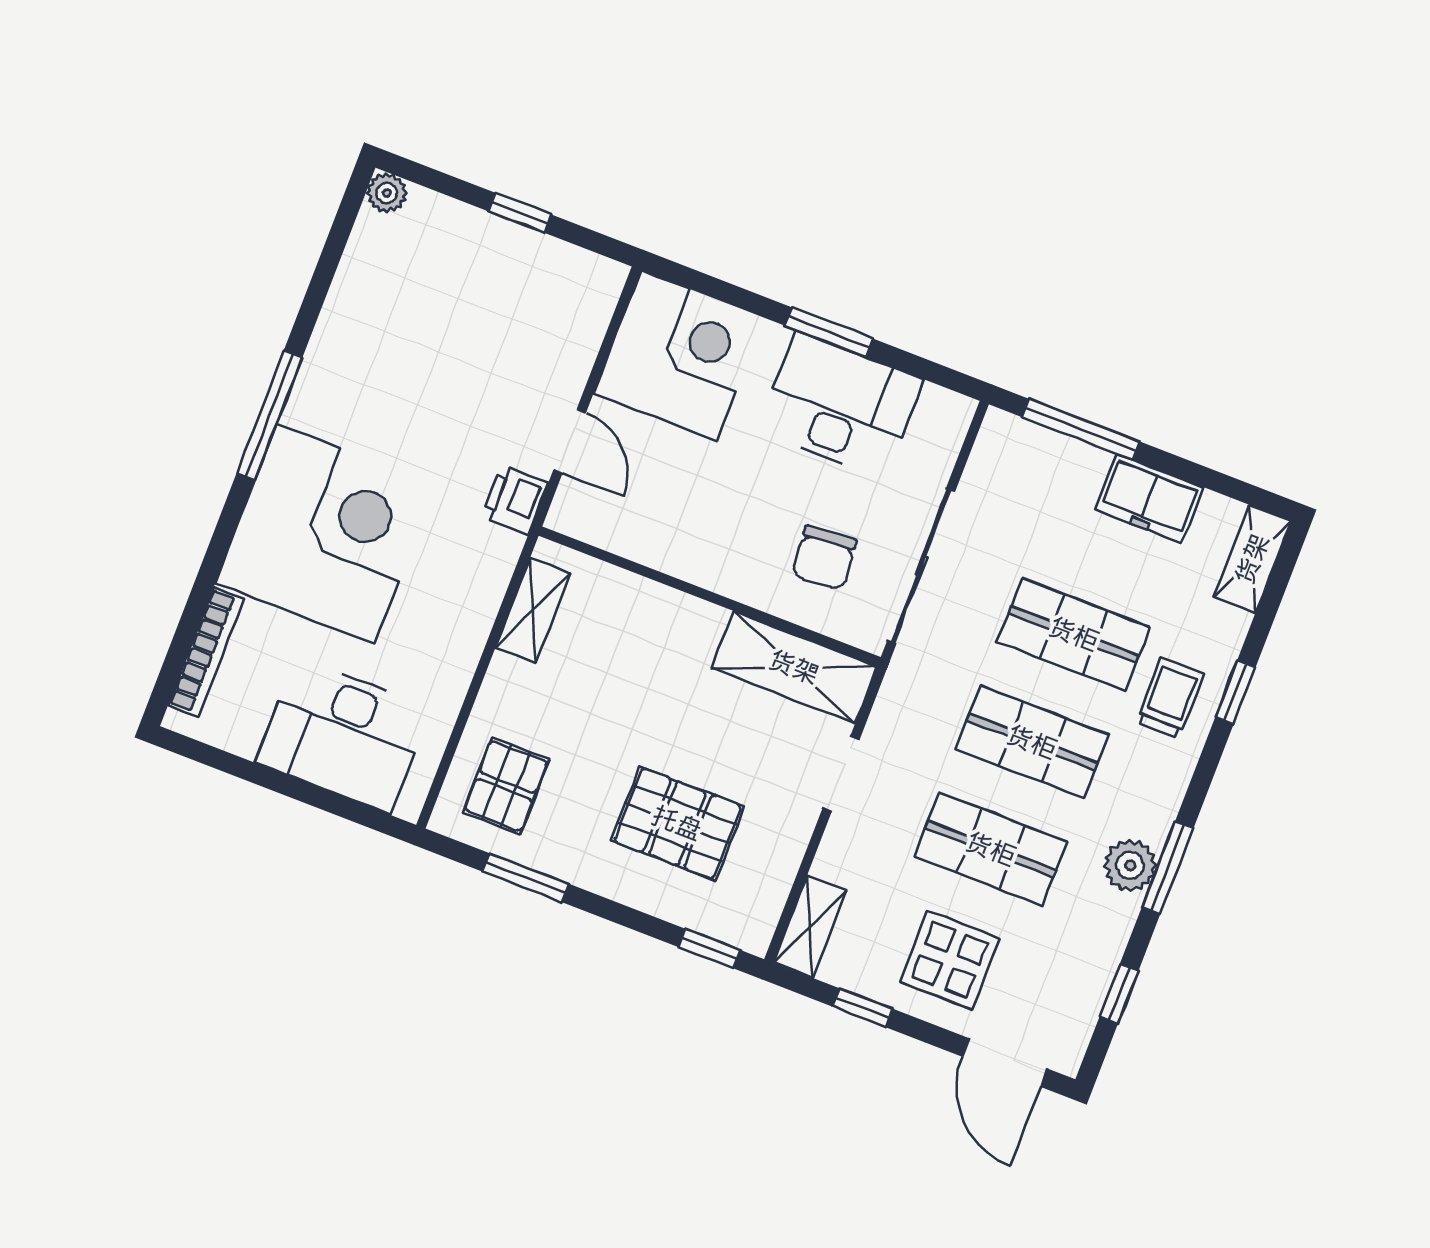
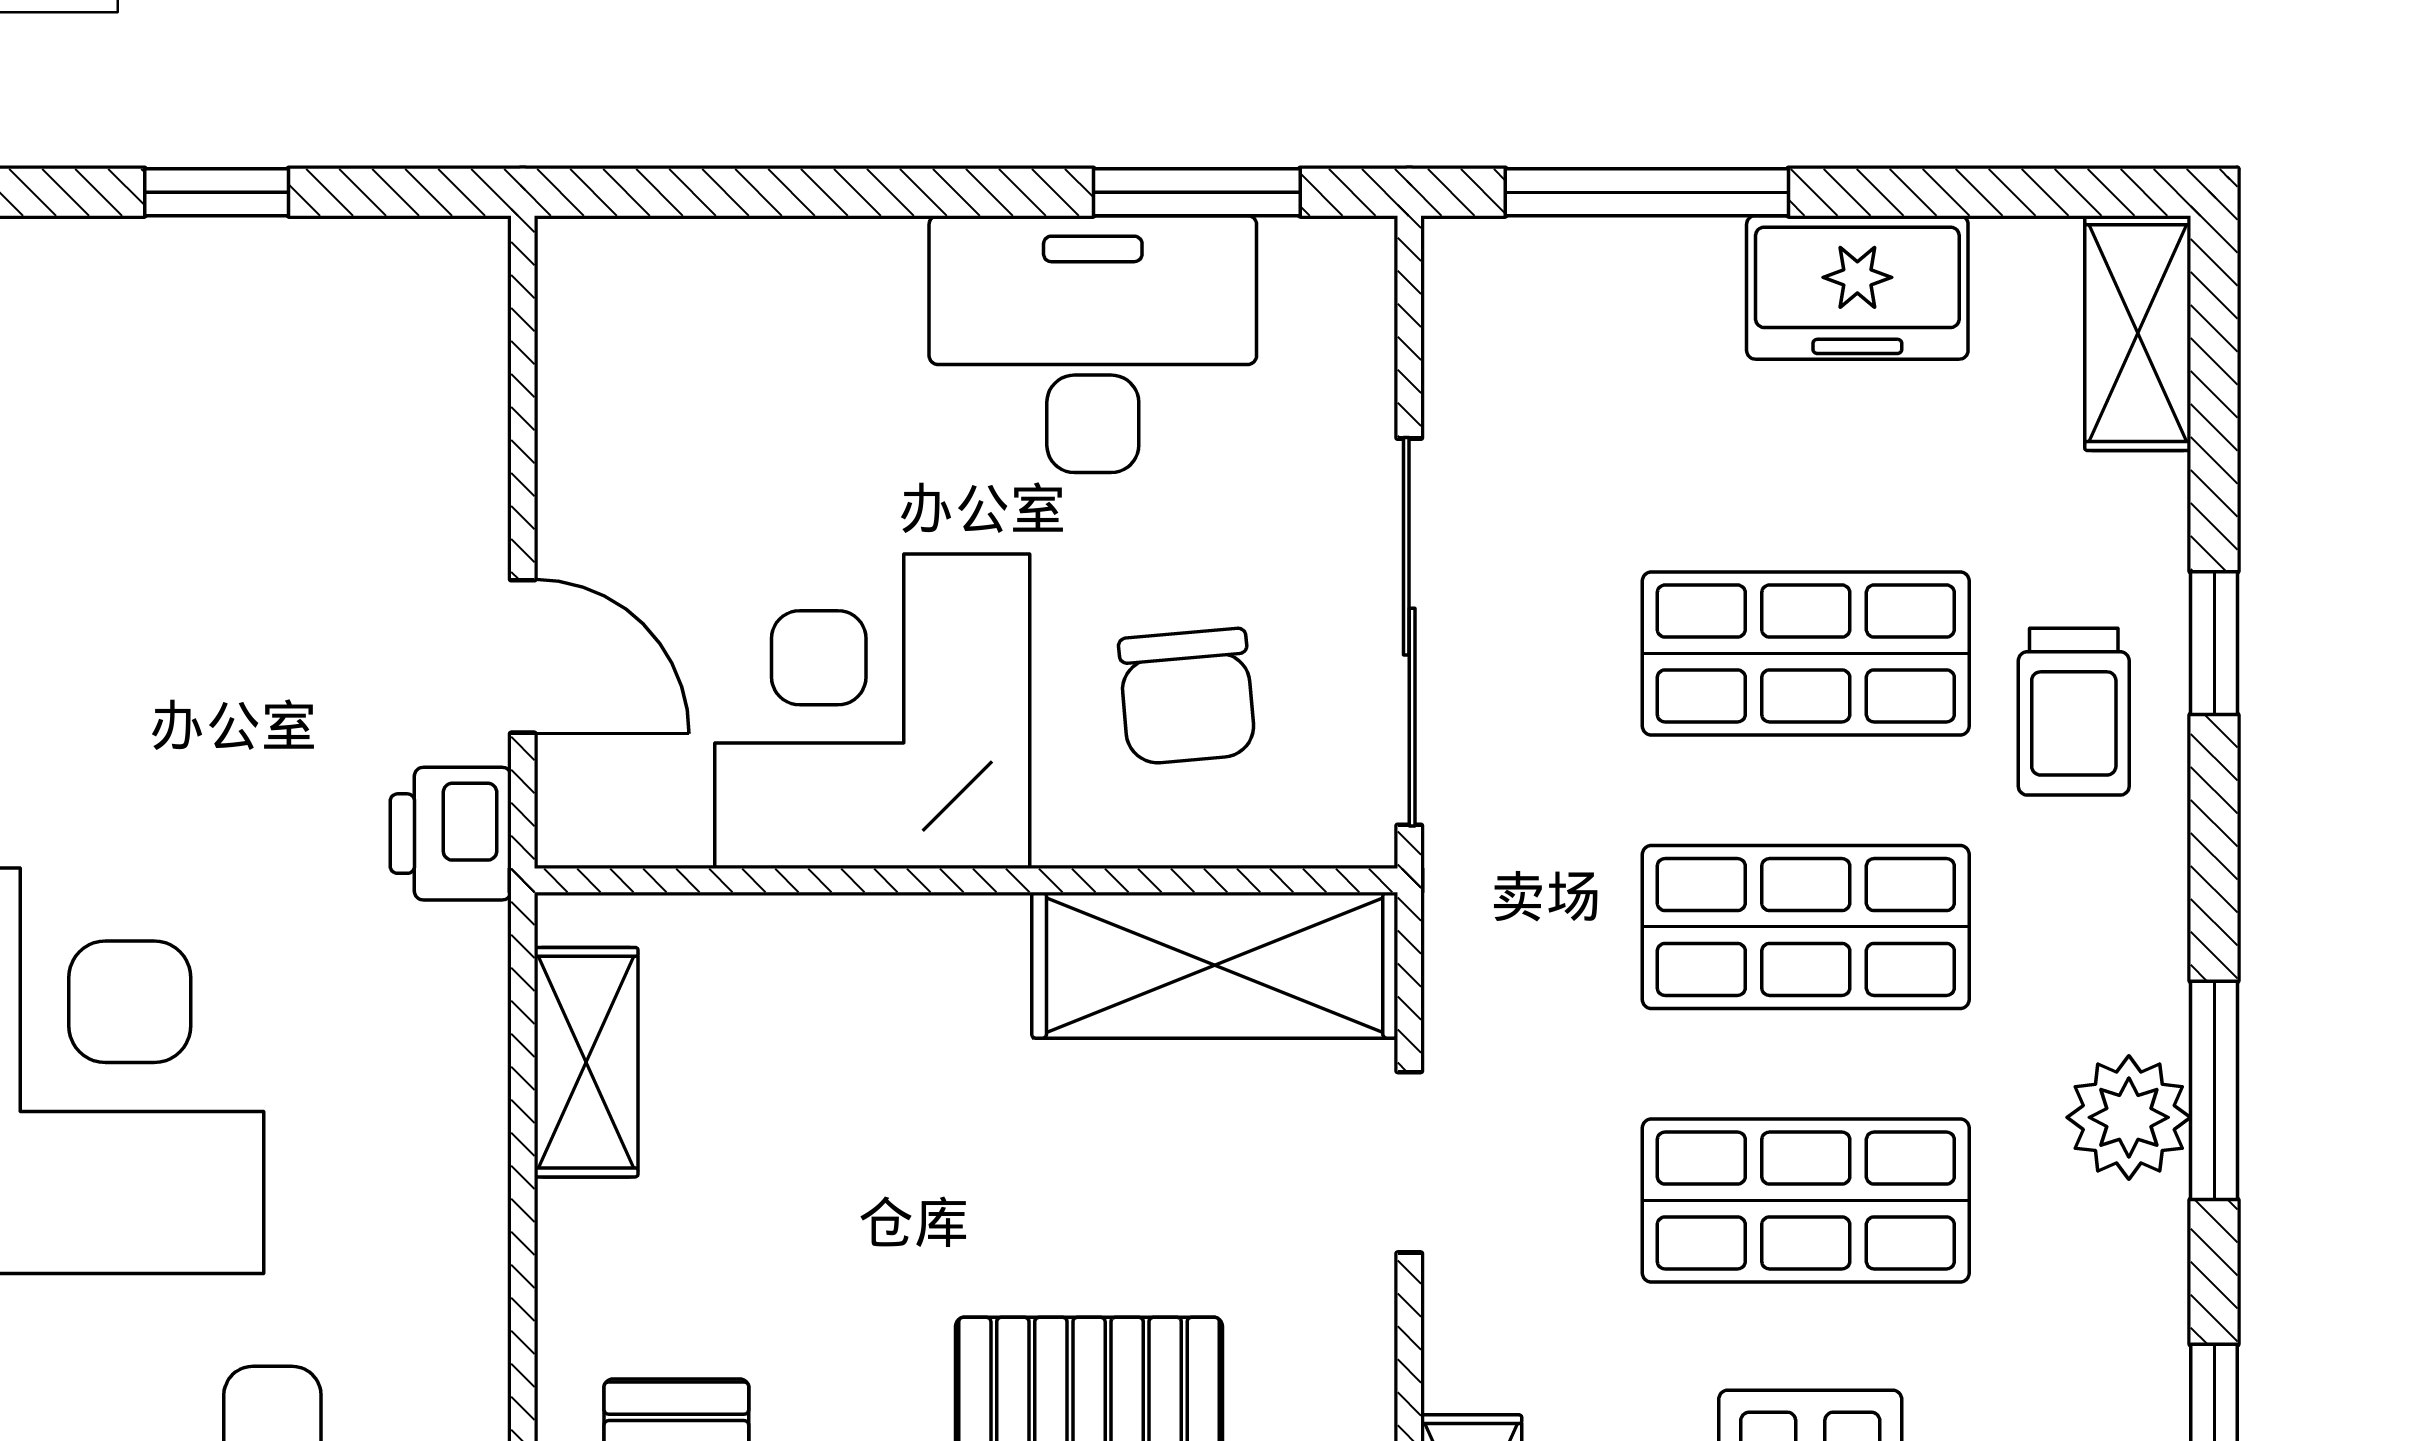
window: (829, 332) -> (1197, 192), moved
corner desk: (679, 356) -> (872, 711), moved, turned -90
trolley: (1170, 698) -> (2074, 712), turned 180

